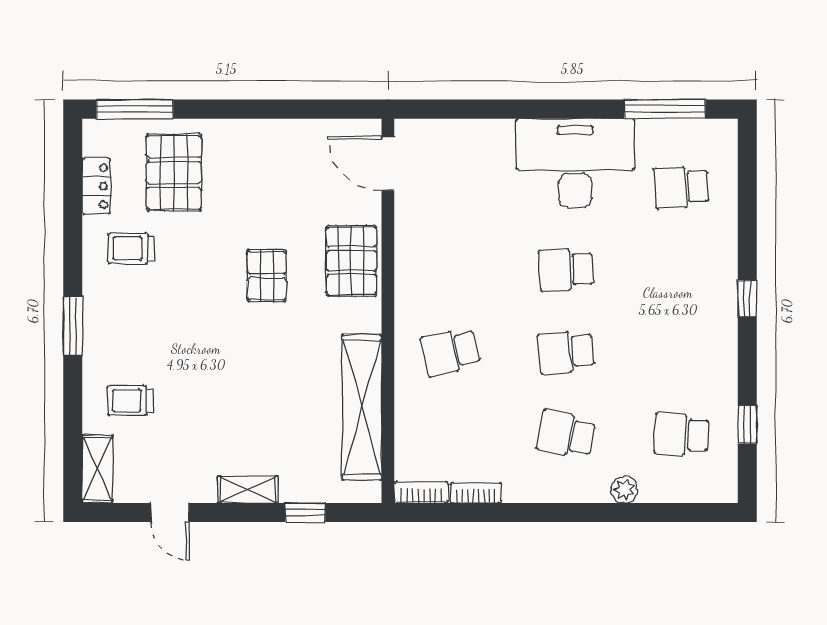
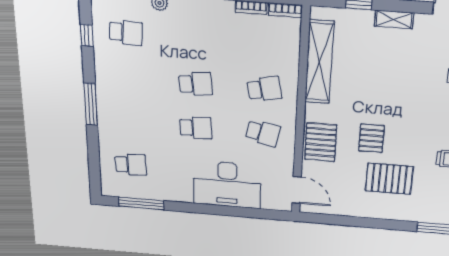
desk: (575, 163) -> (227, 185), moved
pallet: (174, 172) -> (389, 179), moved, turned 90
window: (747, 299) -> (91, 104), width x2.17
school desk: (566, 434) -> (263, 133), moved

